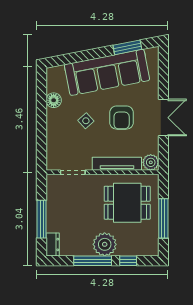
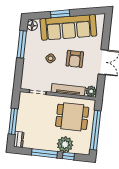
window: (127, 47) -> (60, 14), moved
floor lamp: (54, 100) -> (32, 25), moved
window: (42, 105) -> (22, 44), added
window: (163, 218) -> (95, 130), width x1.46
plant: (105, 244) -> (65, 144), moved

